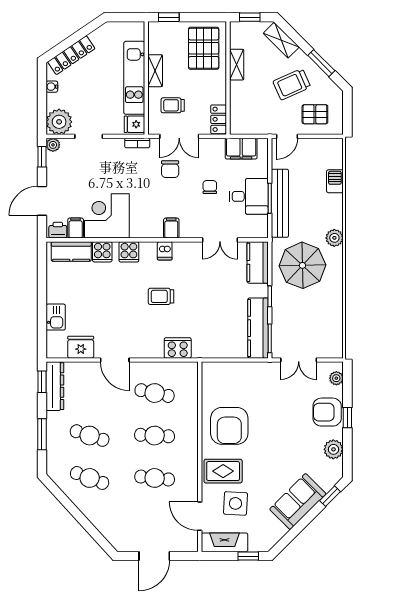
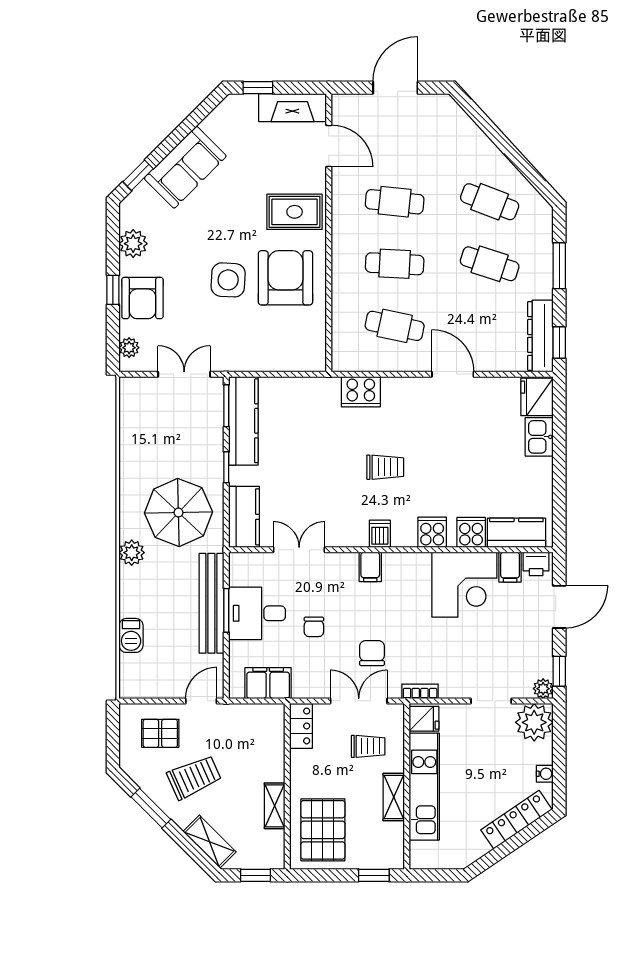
fridge: (81, 347) -> (537, 397), moved, turned 90
armchair: (327, 412) -> (142, 298), turned 90
side table: (235, 503) -> (228, 280), moved

